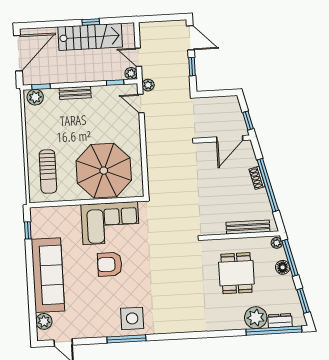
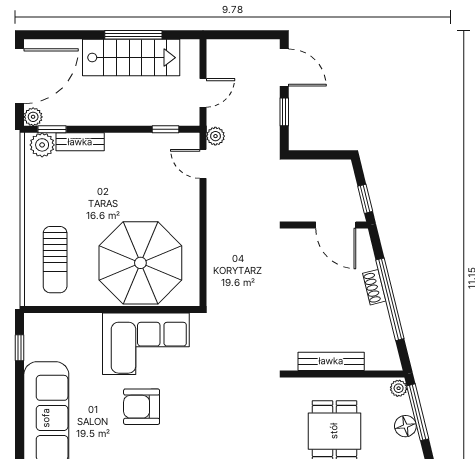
window: (91, 22) -> (133, 35), width x2.17
door: (138, 57) -> (203, 93), swing flipped
plant: (131, 73) -> (33, 117), moved
bench: (75, 93) -> (80, 142), moved
door: (230, 139) -> (336, 225), hinge flipped
bench: (248, 227) -> (331, 361), moved

